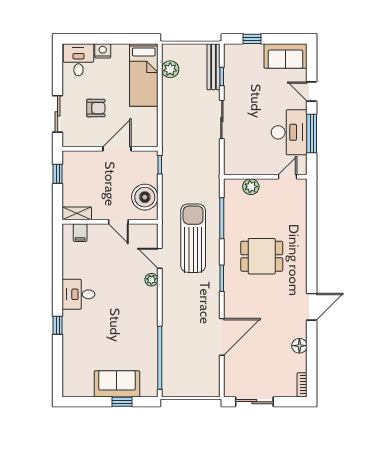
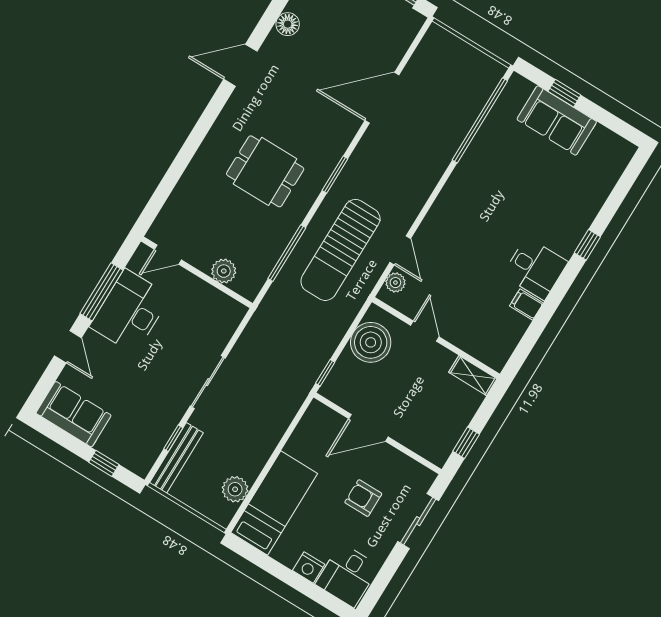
filing cabinet: (80, 233) -> (526, 304), moved, turned -90
plant: (151, 280) -> (395, 283), moved

